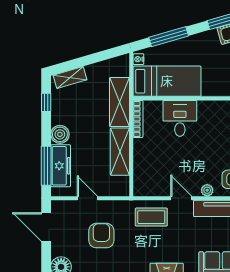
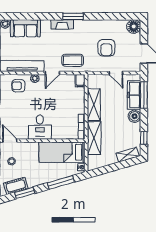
desk: (180, 118) -> (40, 127), moved
filing cabinet: (140, 187) -> (80, 81), added
door: (181, 198) -> (52, 73), hinge flipped

